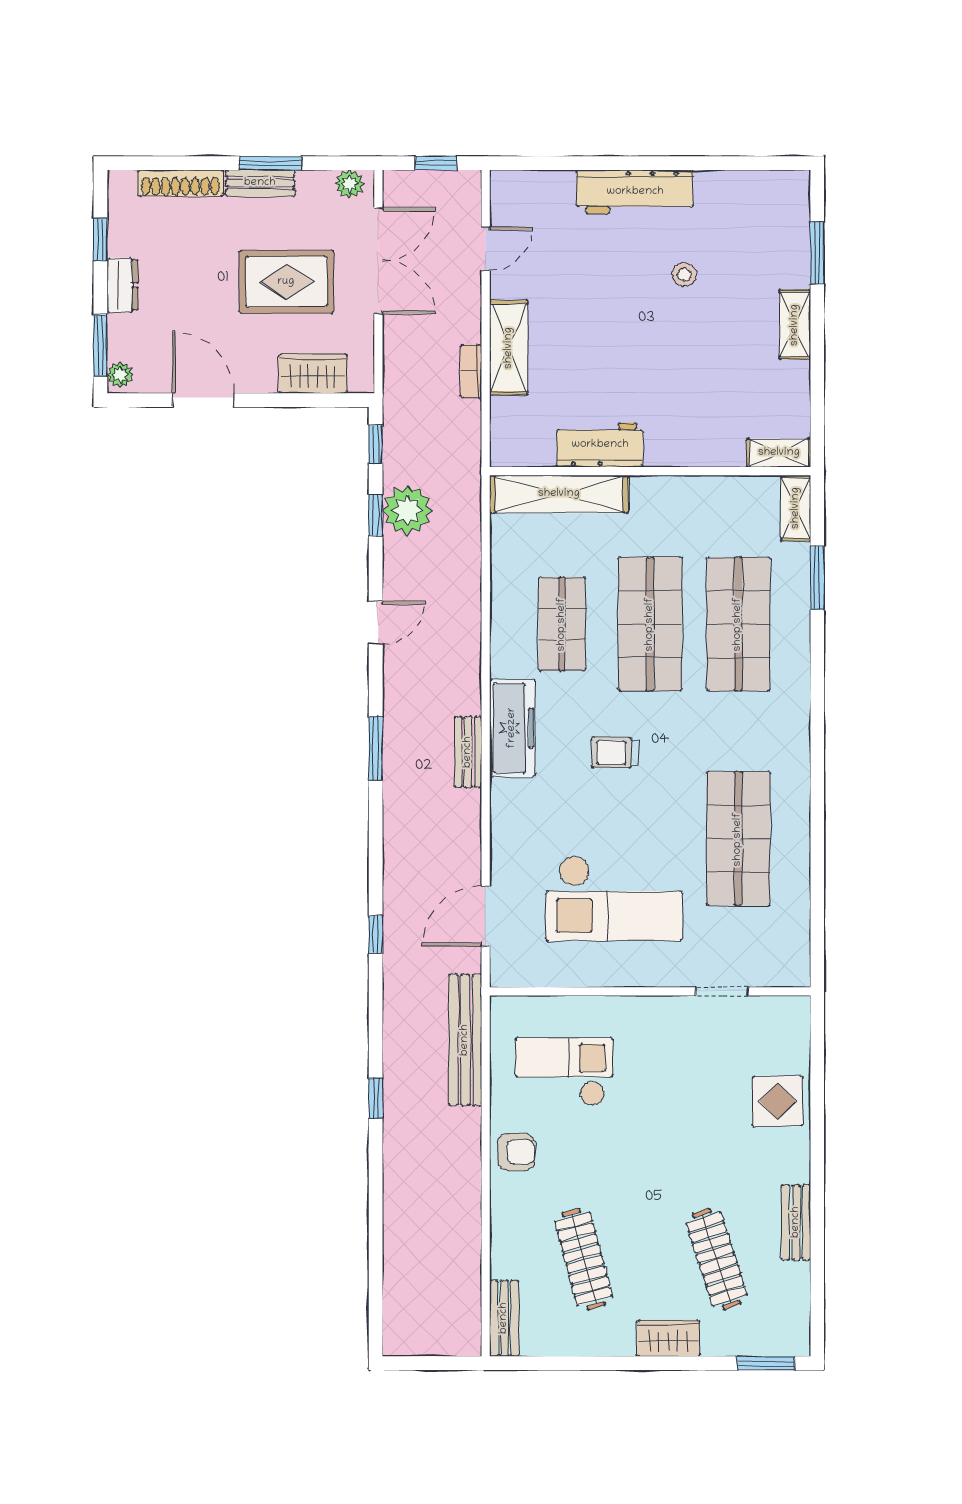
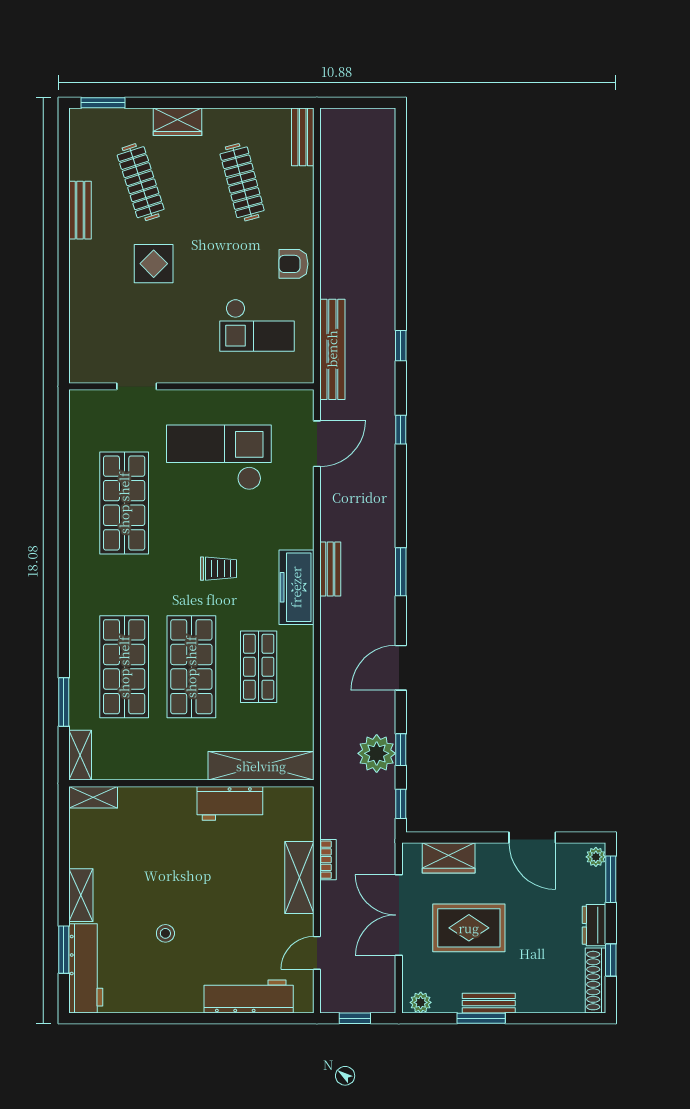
shoe rack: (180, 183) -> (596, 981), moved, turned -90
workbench: (635, 192) -> (249, 996), moved
workbench: (789, 228) -> (86, 968), added
double door: (378, 261) -> (399, 915), moved
door: (376, 623) -> (401, 668), width x1.38
window: (376, 1098) -> (401, 346), moved
display table: (778, 1101) -> (154, 264), moved

